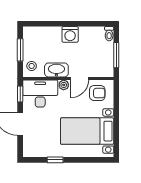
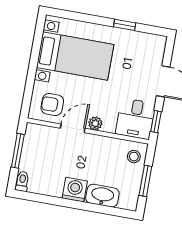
washbasin: (56, 70) -> (102, 196), moved, turned 180
desk: (40, 93) -> (135, 119), width x0.73

